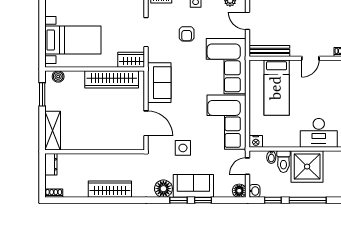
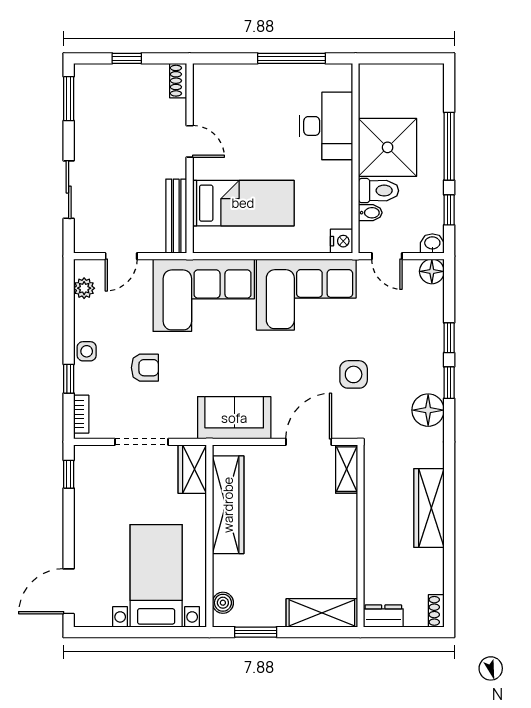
shelving: (131, 144) -> (347, 469), added
sofa: (193, 186) -> (423, 355), removed

